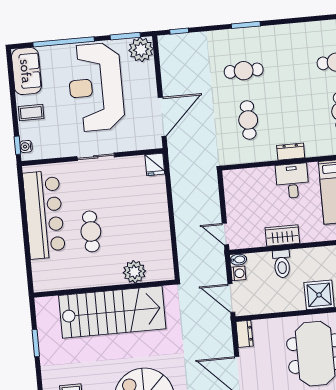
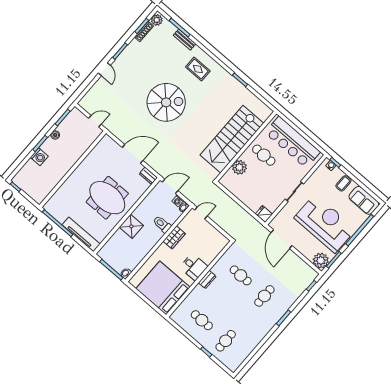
plant: (134, 272) -> (239, 167), moved
wall: (104, 289) -> (246, 146), moved
stairs: (112, 312) -> (232, 139), moved

